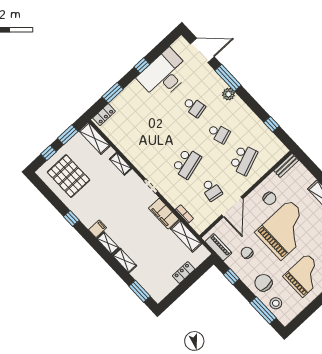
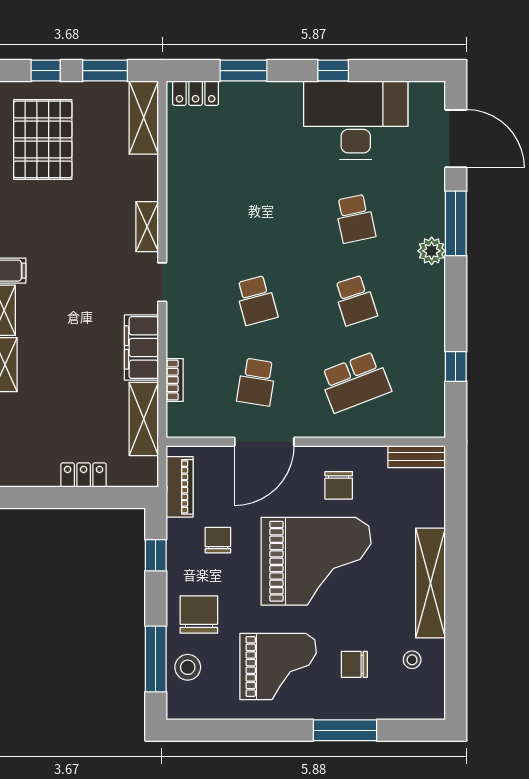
school desk: (187, 163) -> (256, 300), width x0.54
shelving: (121, 164) -> (147, 227), moved

